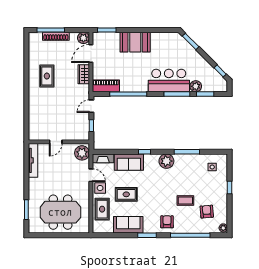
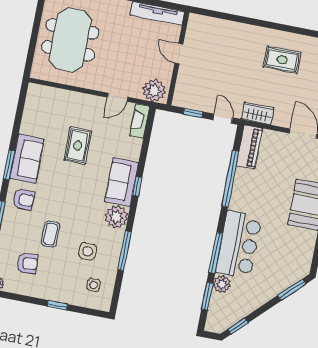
wardrobe: (84, 74) -> (257, 113), moved
sofa: (129, 162) -> (122, 182), moved
side table: (100, 188) -> (88, 251), moved
rug: (102, 209) -> (62, 104), removed
sofa: (128, 225) -> (27, 159), moved

